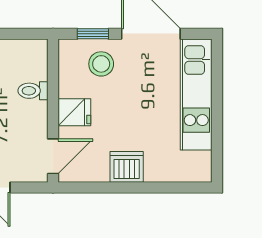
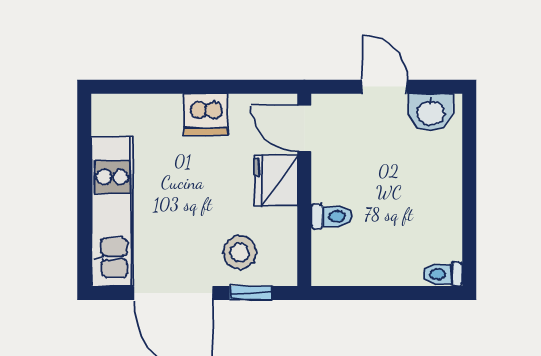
fridge: (74, 112) -> (276, 180), width x1.38
door: (53, 156) -> (304, 128), hinge flipped

